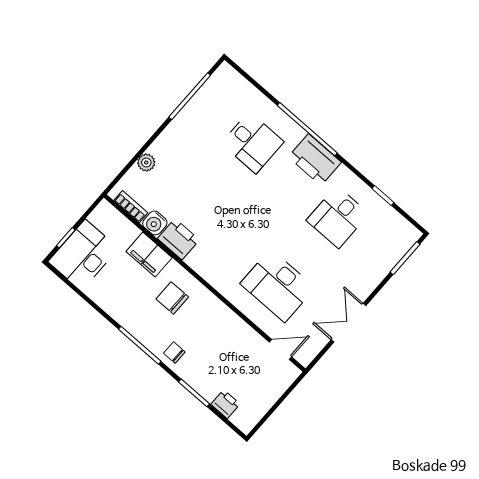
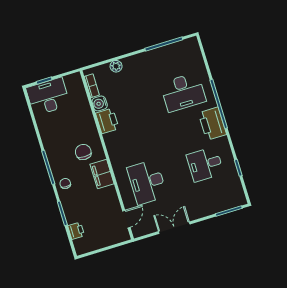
desk: (252, 143) -> (183, 92), width x1.37
filing cabinet: (149, 255) -> (102, 174), moved
door: (281, 350) -> (126, 219), hinge flipped

